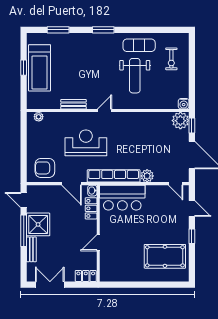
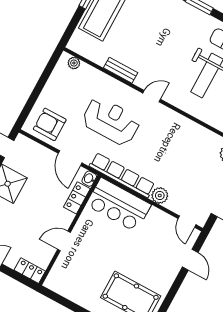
window: (192, 236) -> (173, 291), removed

